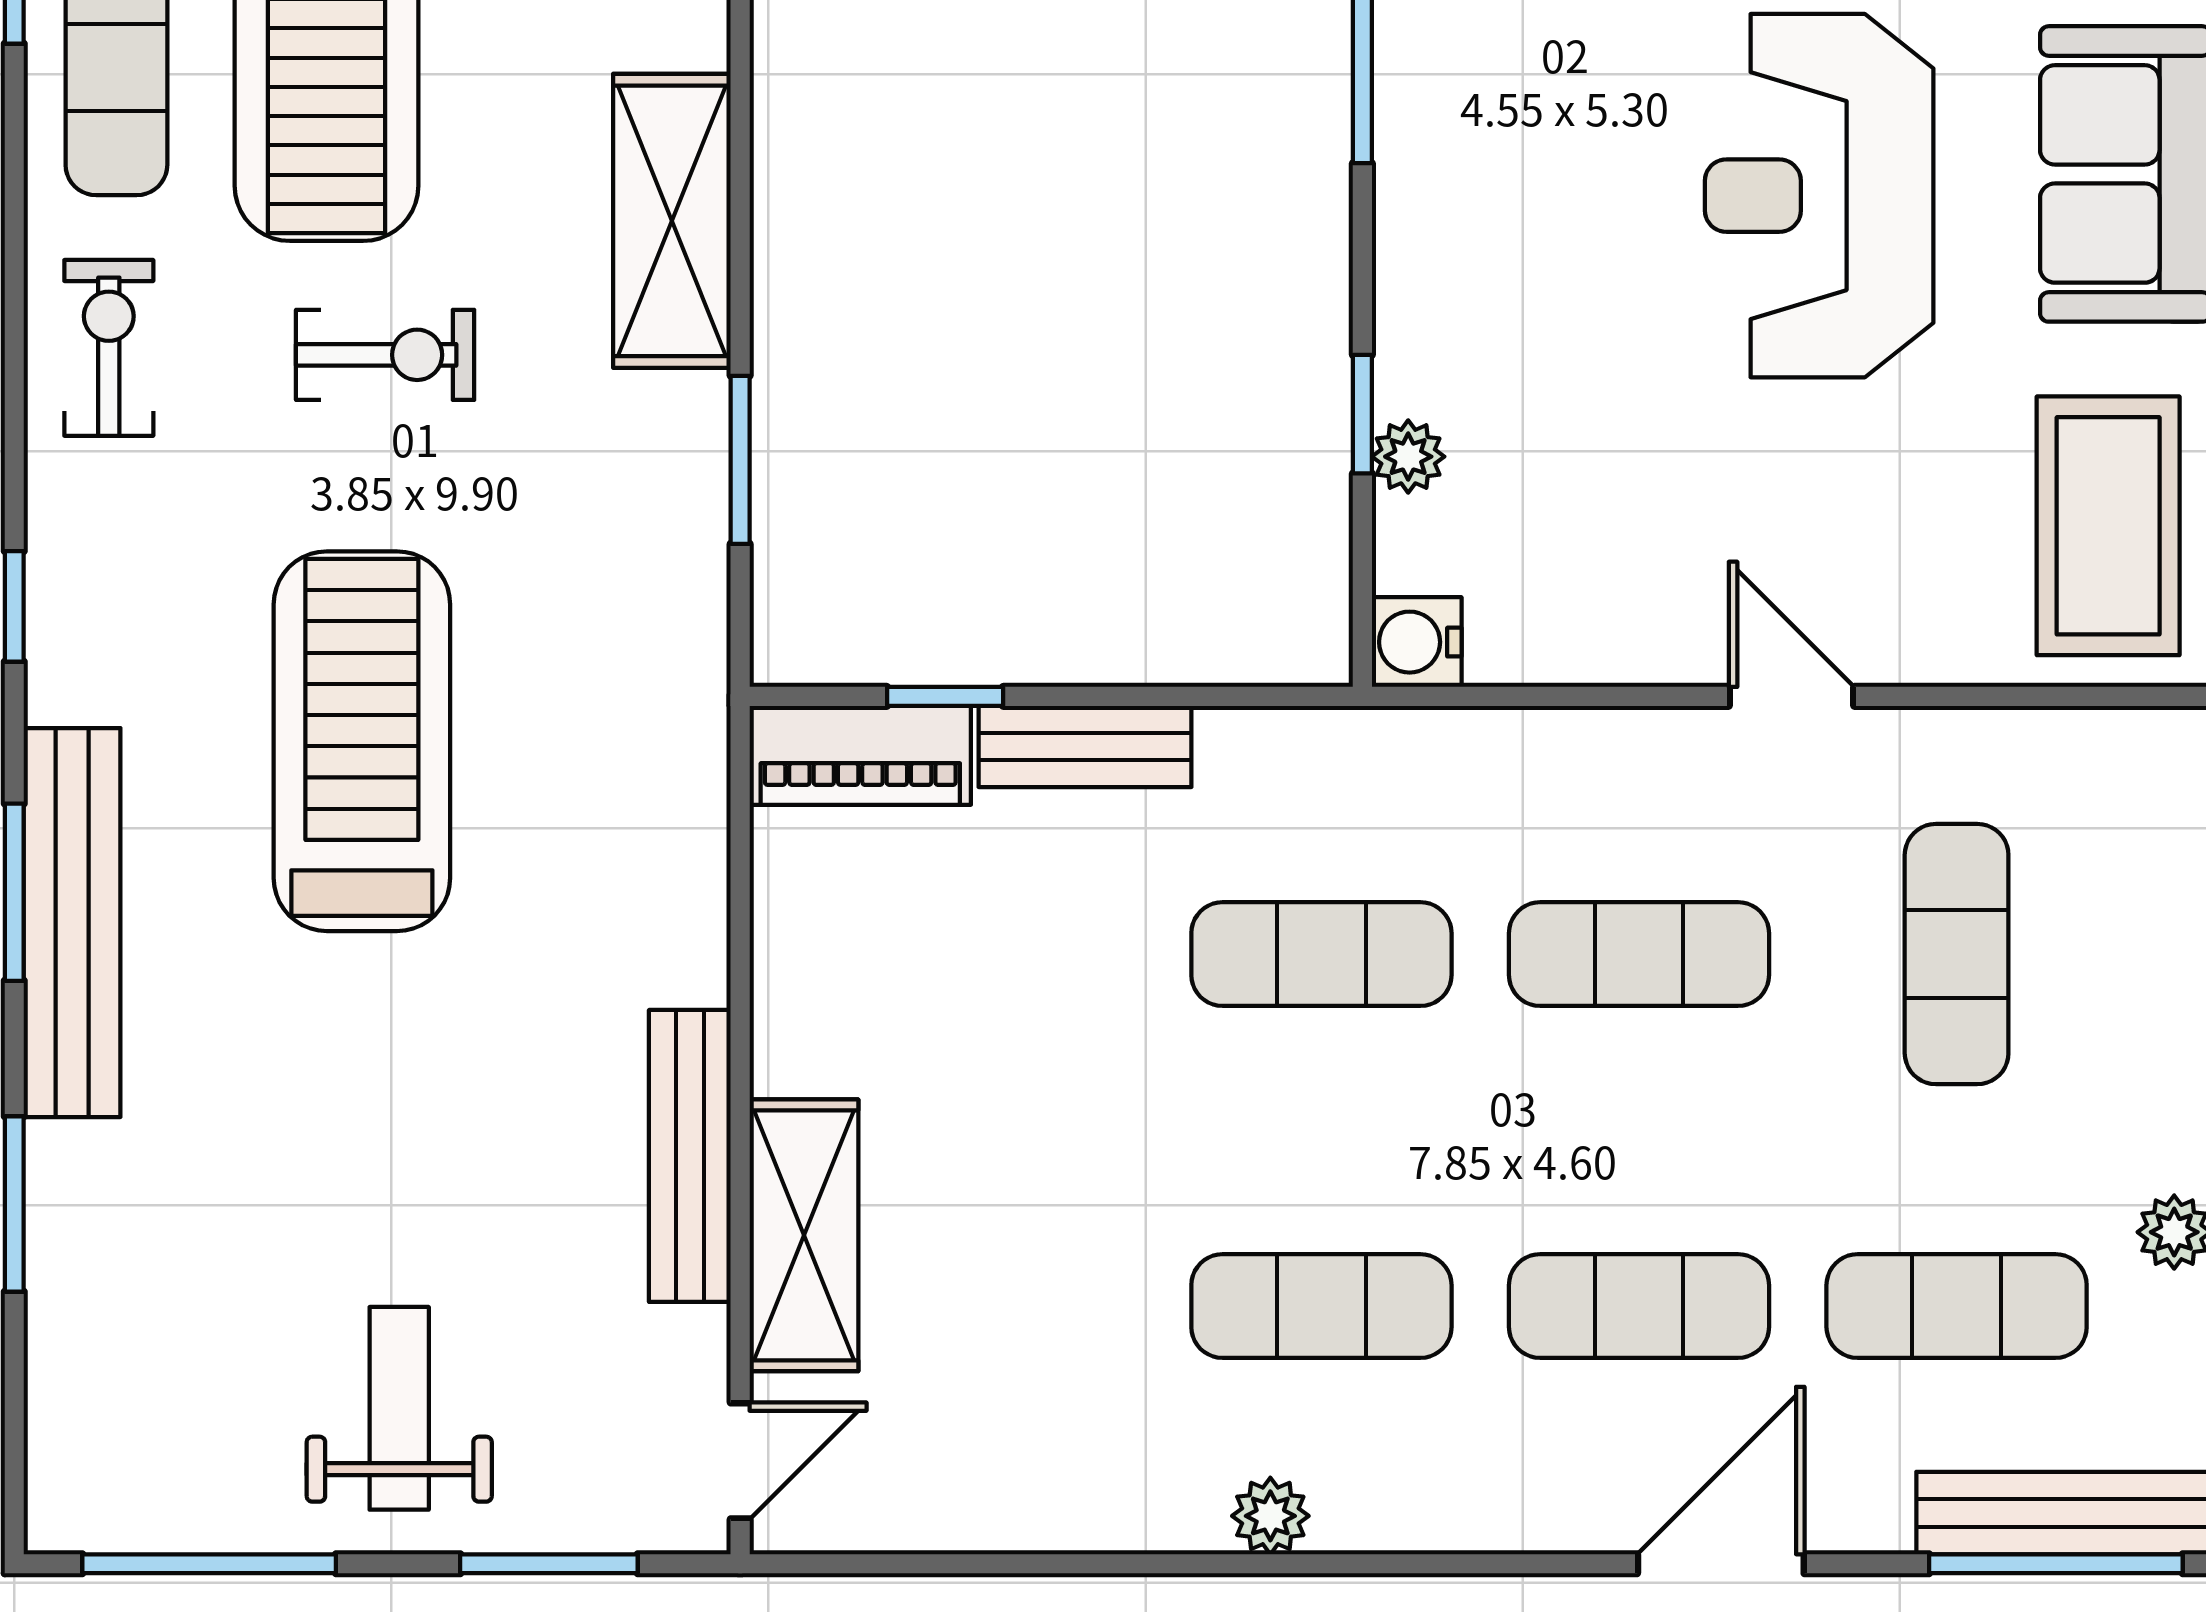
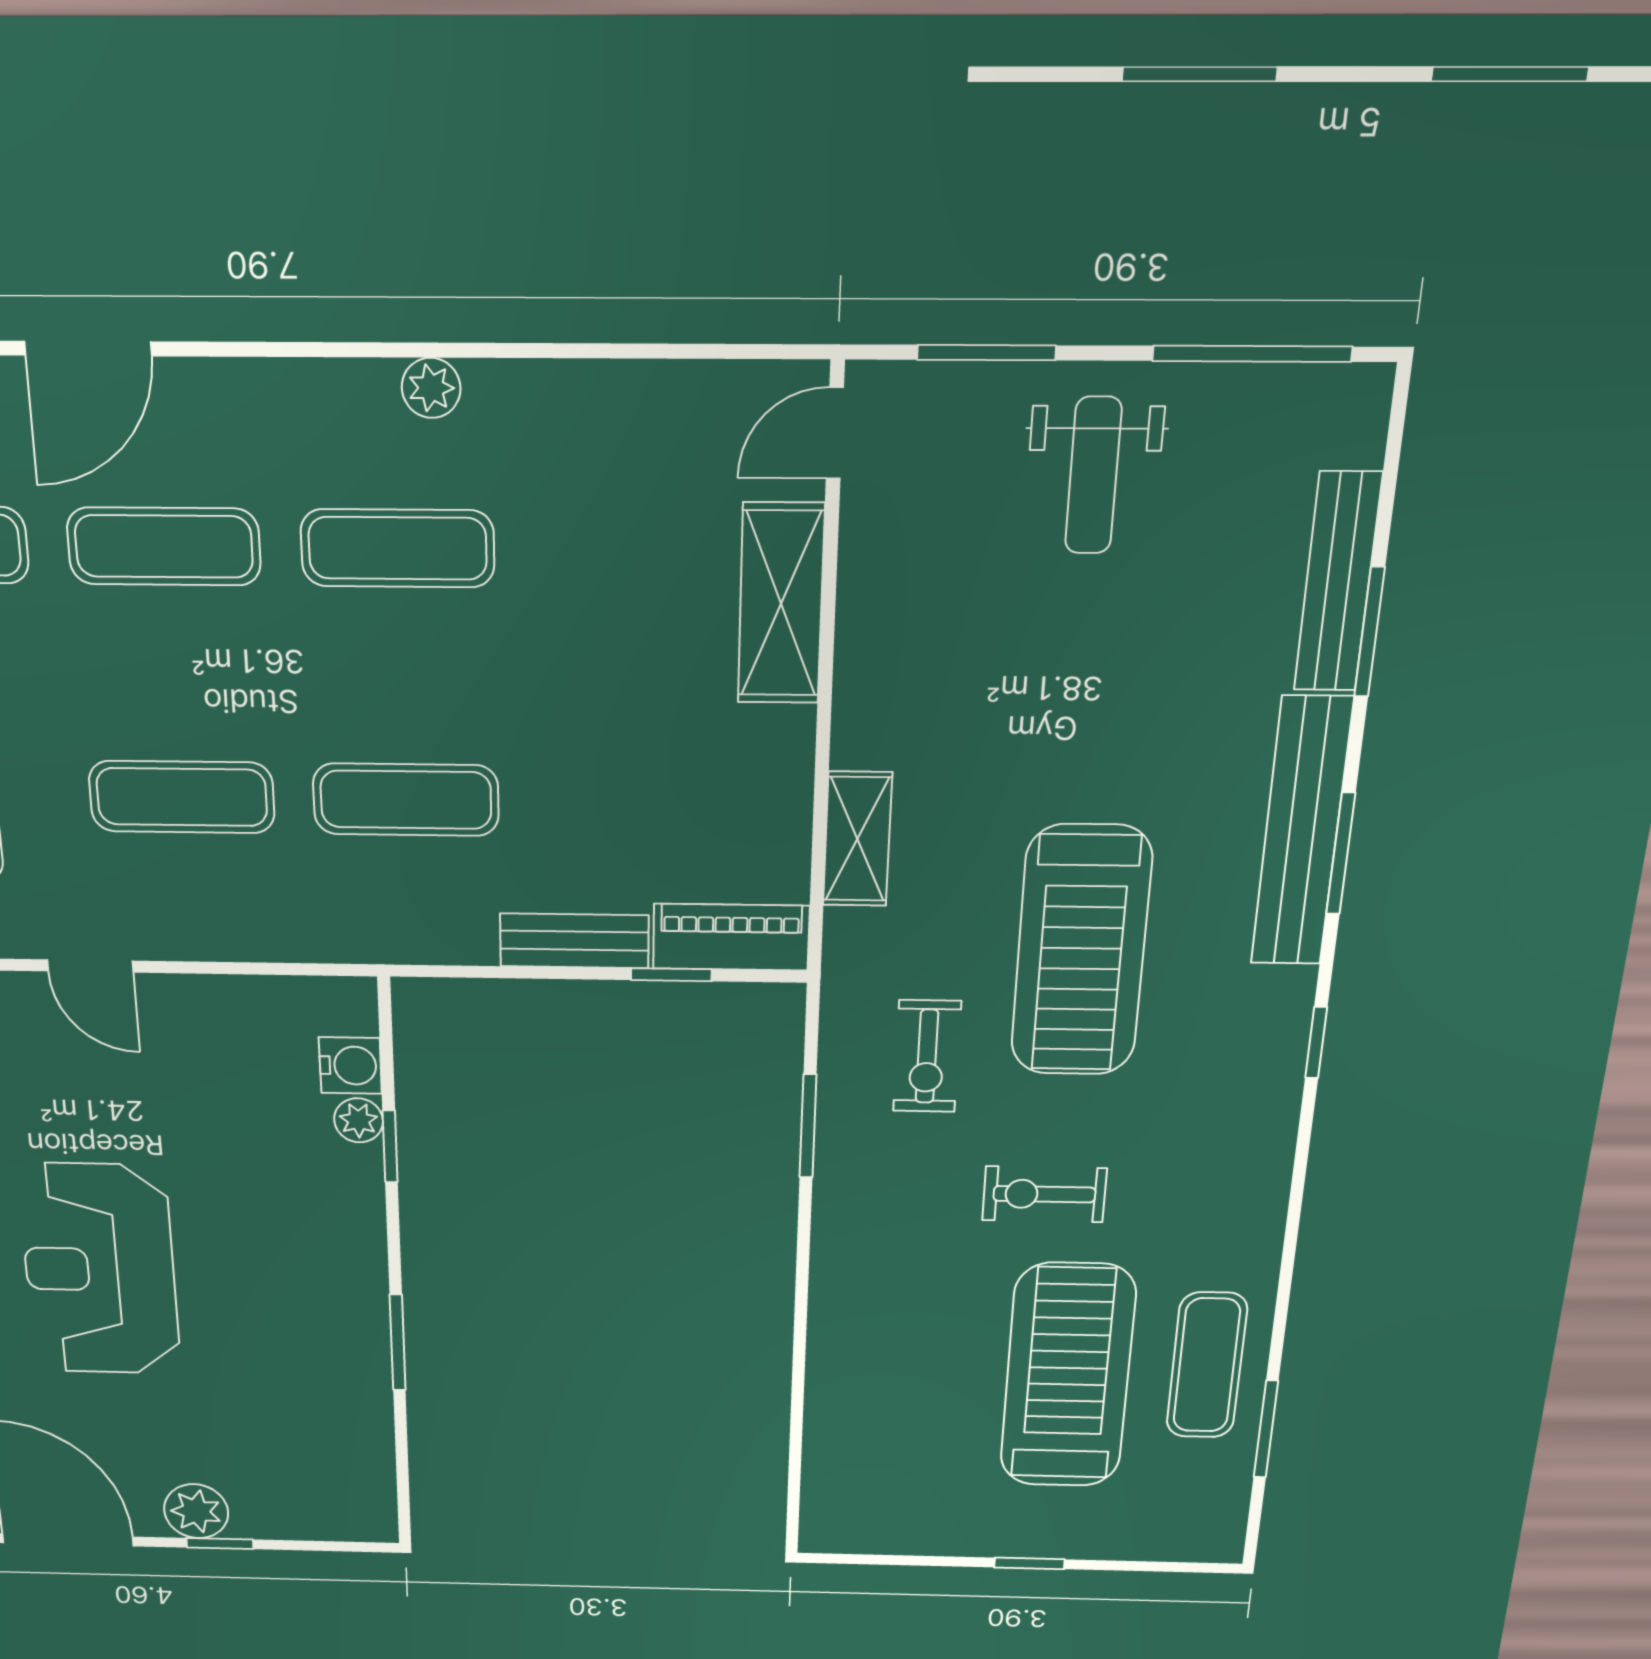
reception desk: (1819, 196) -> (100, 1270), turned 180
shelving: (672, 221) -> (857, 839), moved, width x0.67, depth x0.75
exercise bike: (109, 348) -> (927, 1056), moved
water cooler: (1417, 642) -> (350, 1066), moved
bench: (690, 1156) -> (1338, 582), moved

